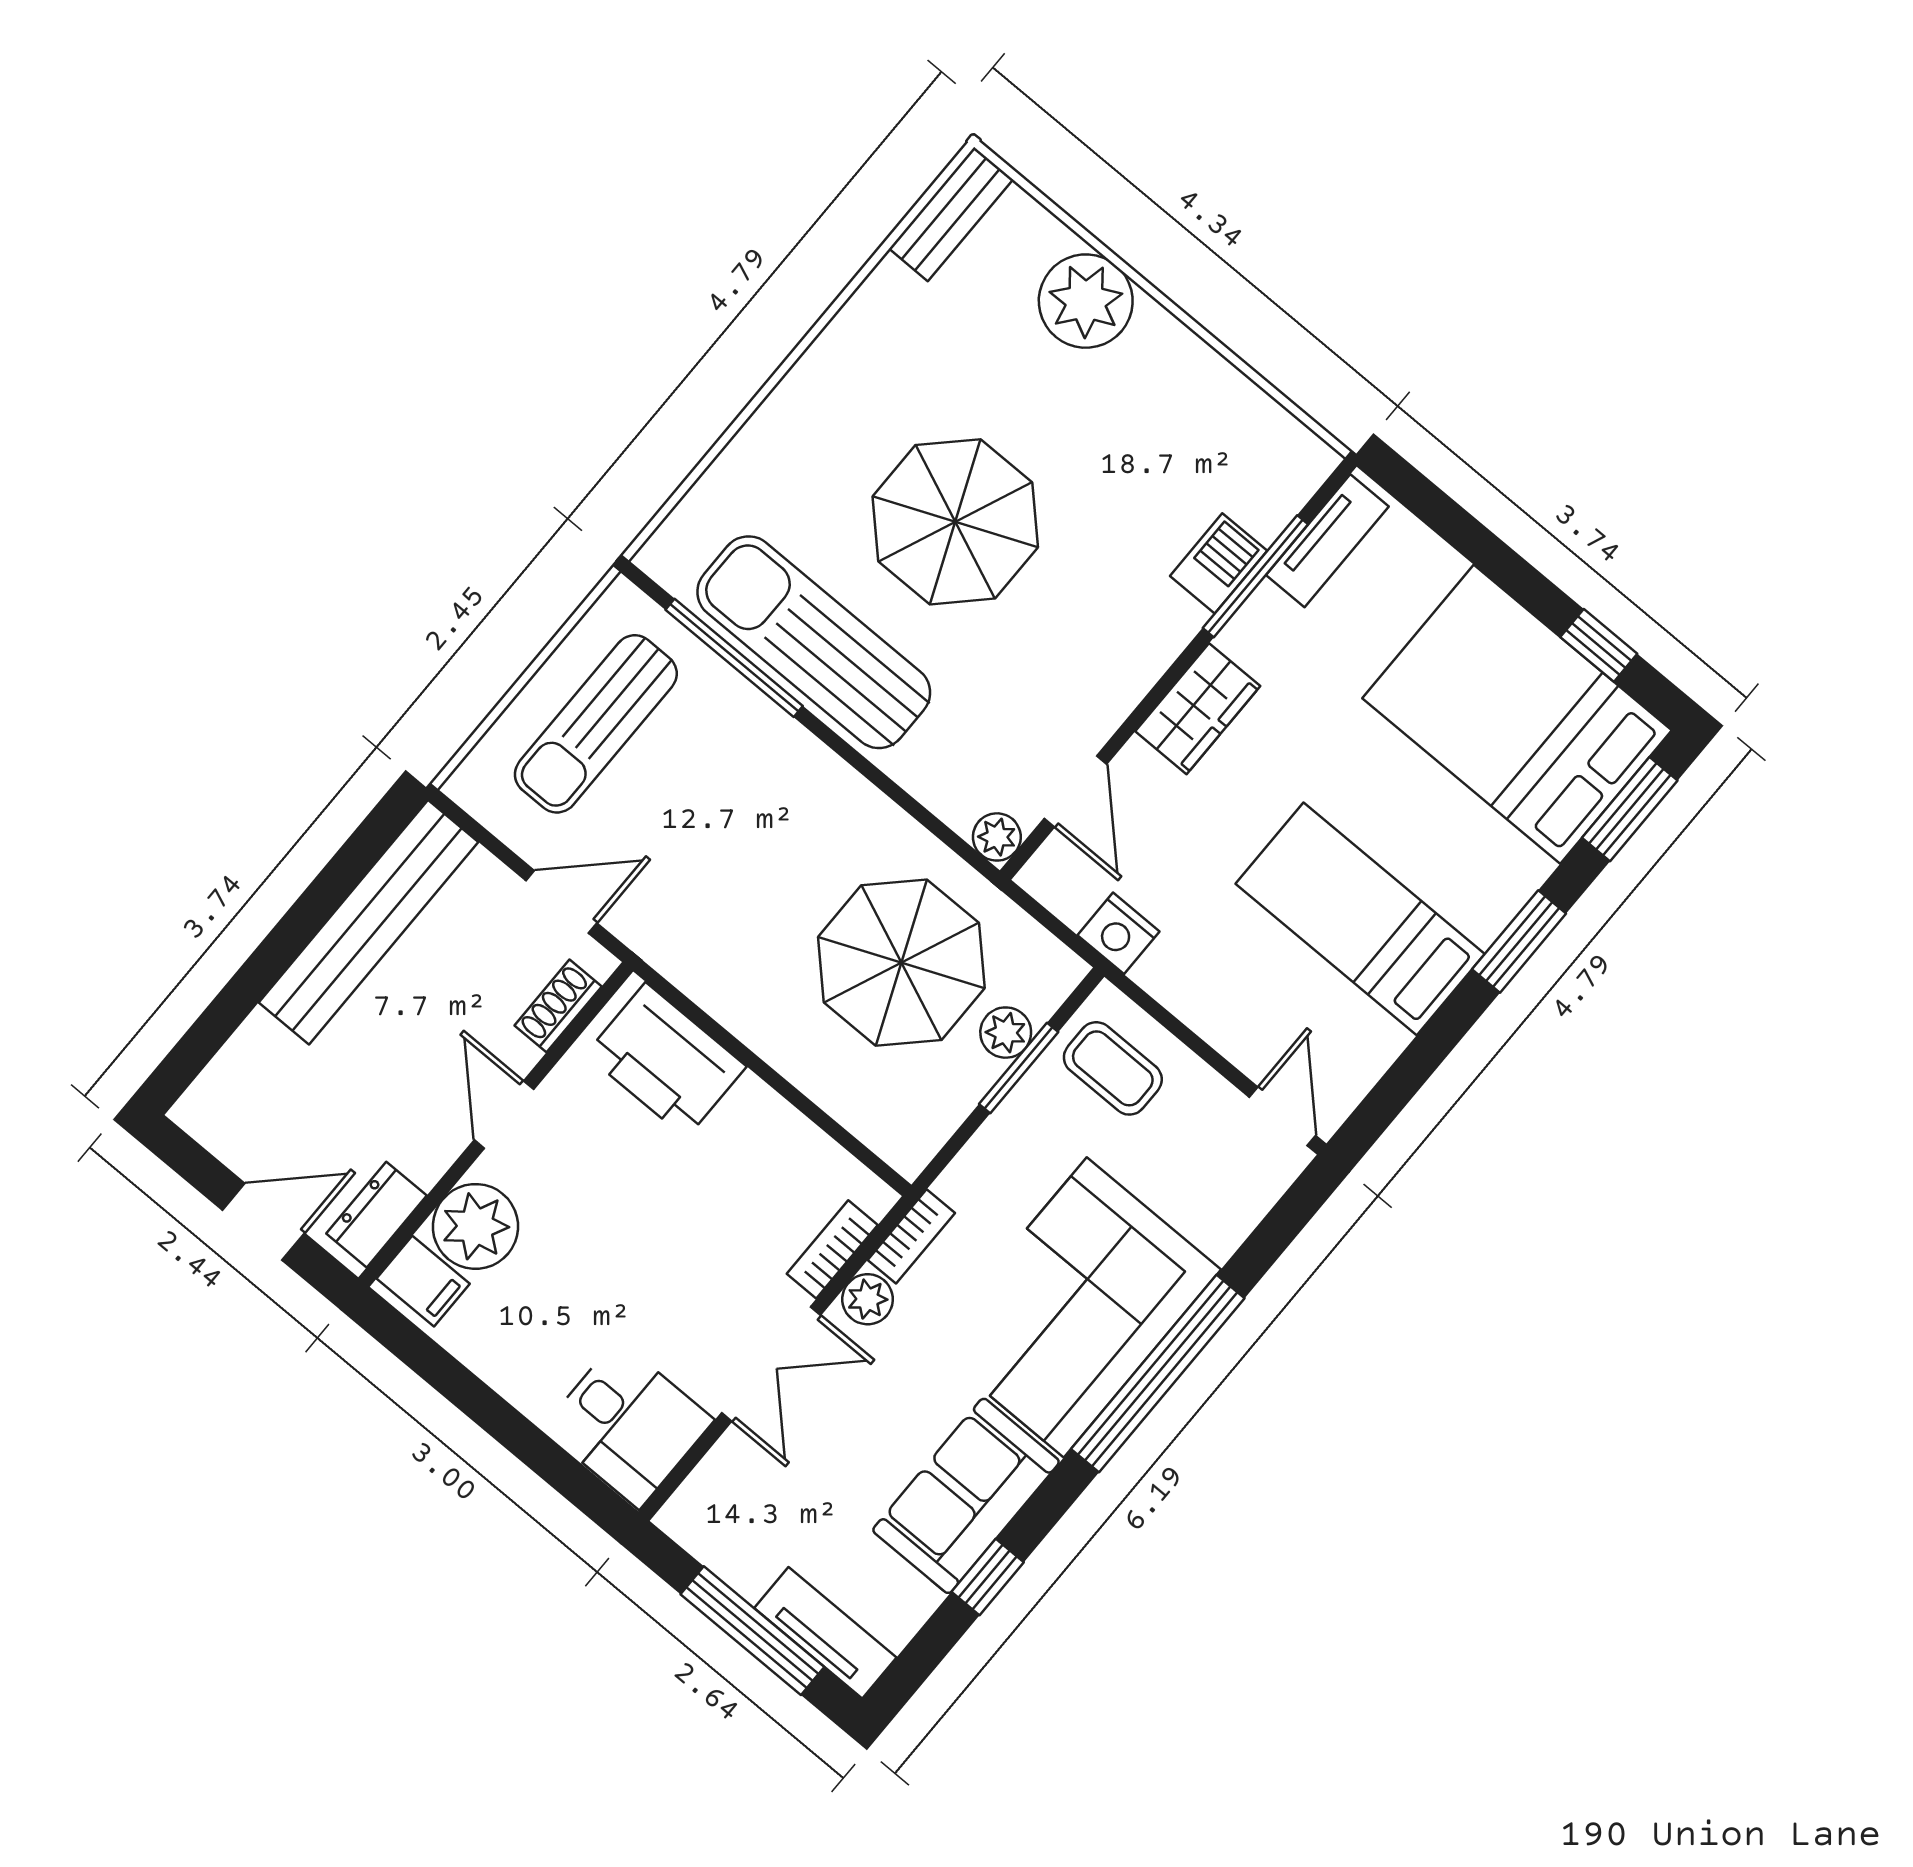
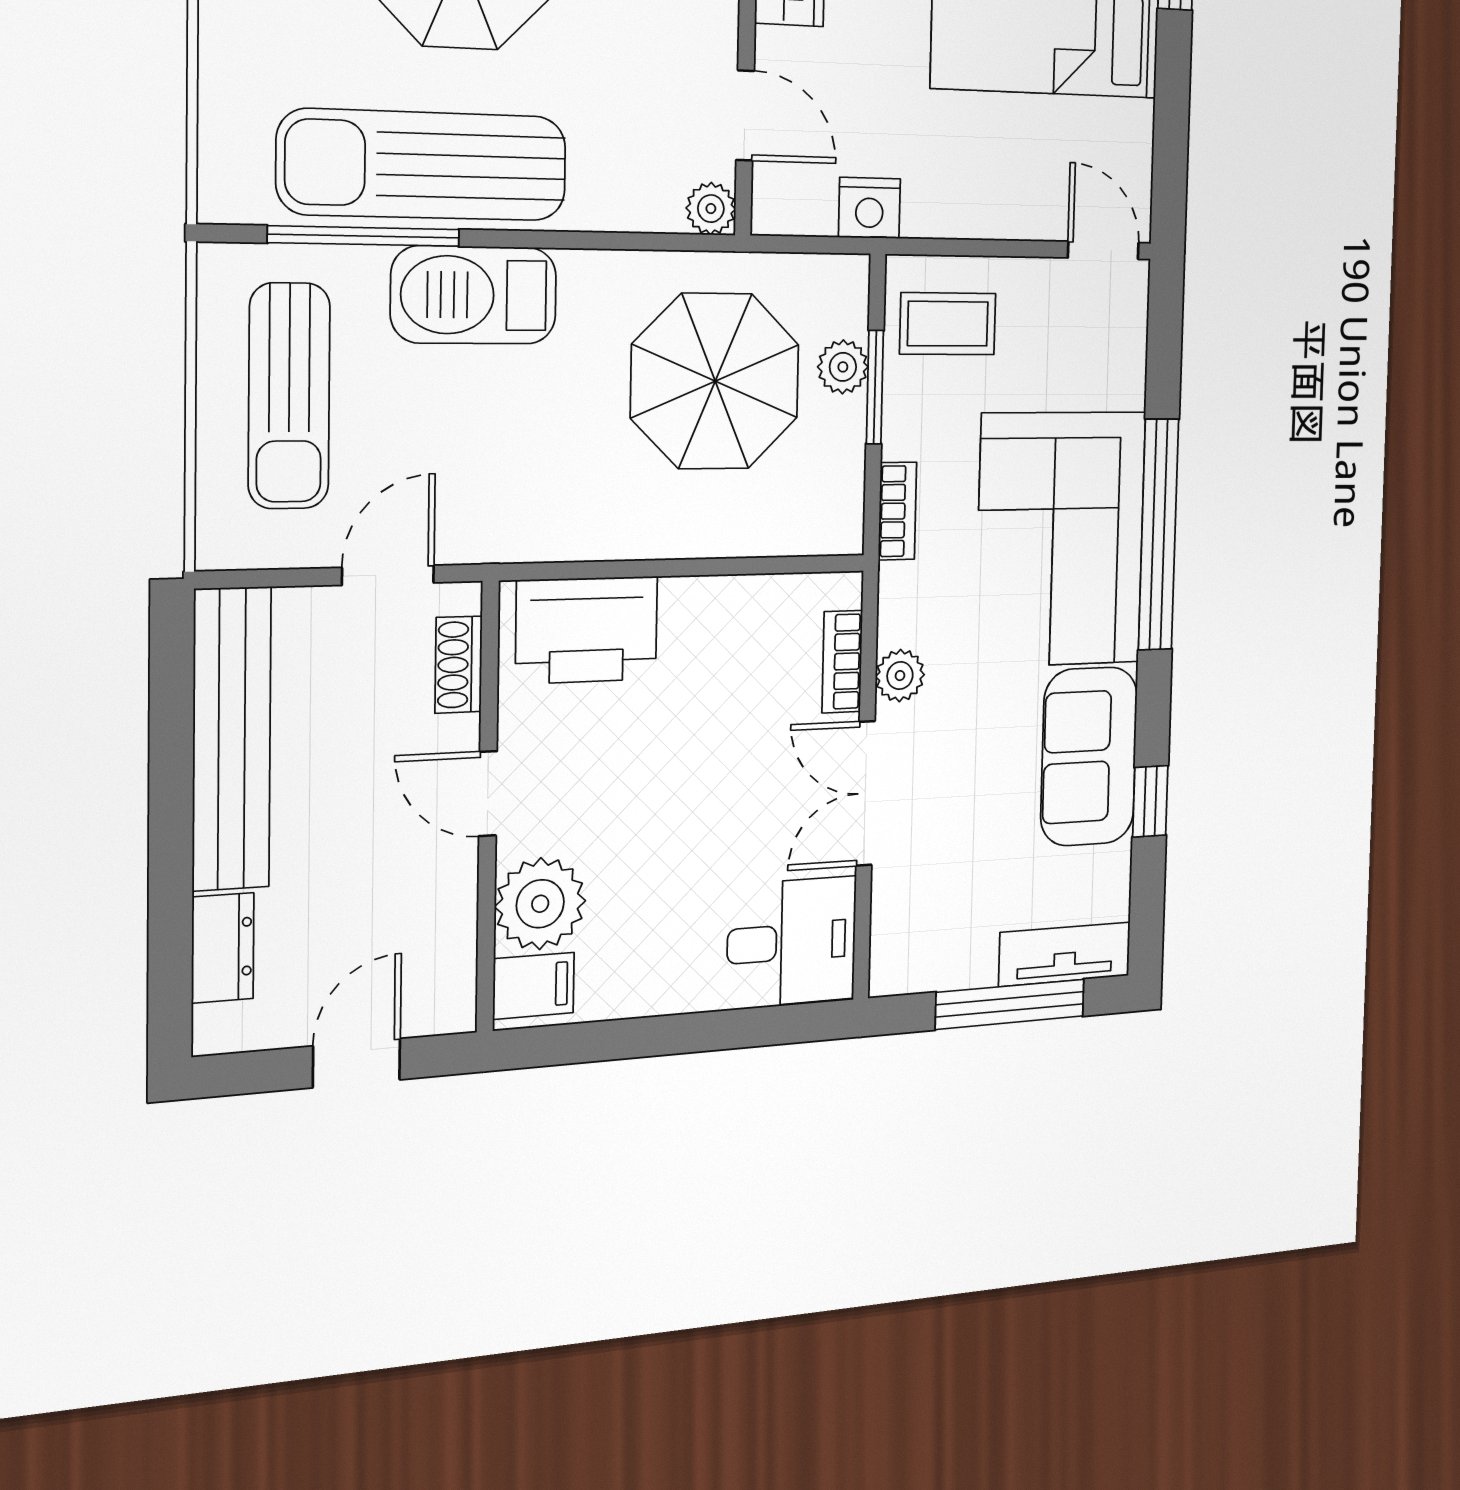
barbecue: (777, 759) -> (474, 295), added
dresser: (376, 1215) -> (223, 948), moved, turned 180
bookcase: (911, 1236) -> (897, 511), moved
double door: (771, 1364) -> (865, 793), swing flipped

